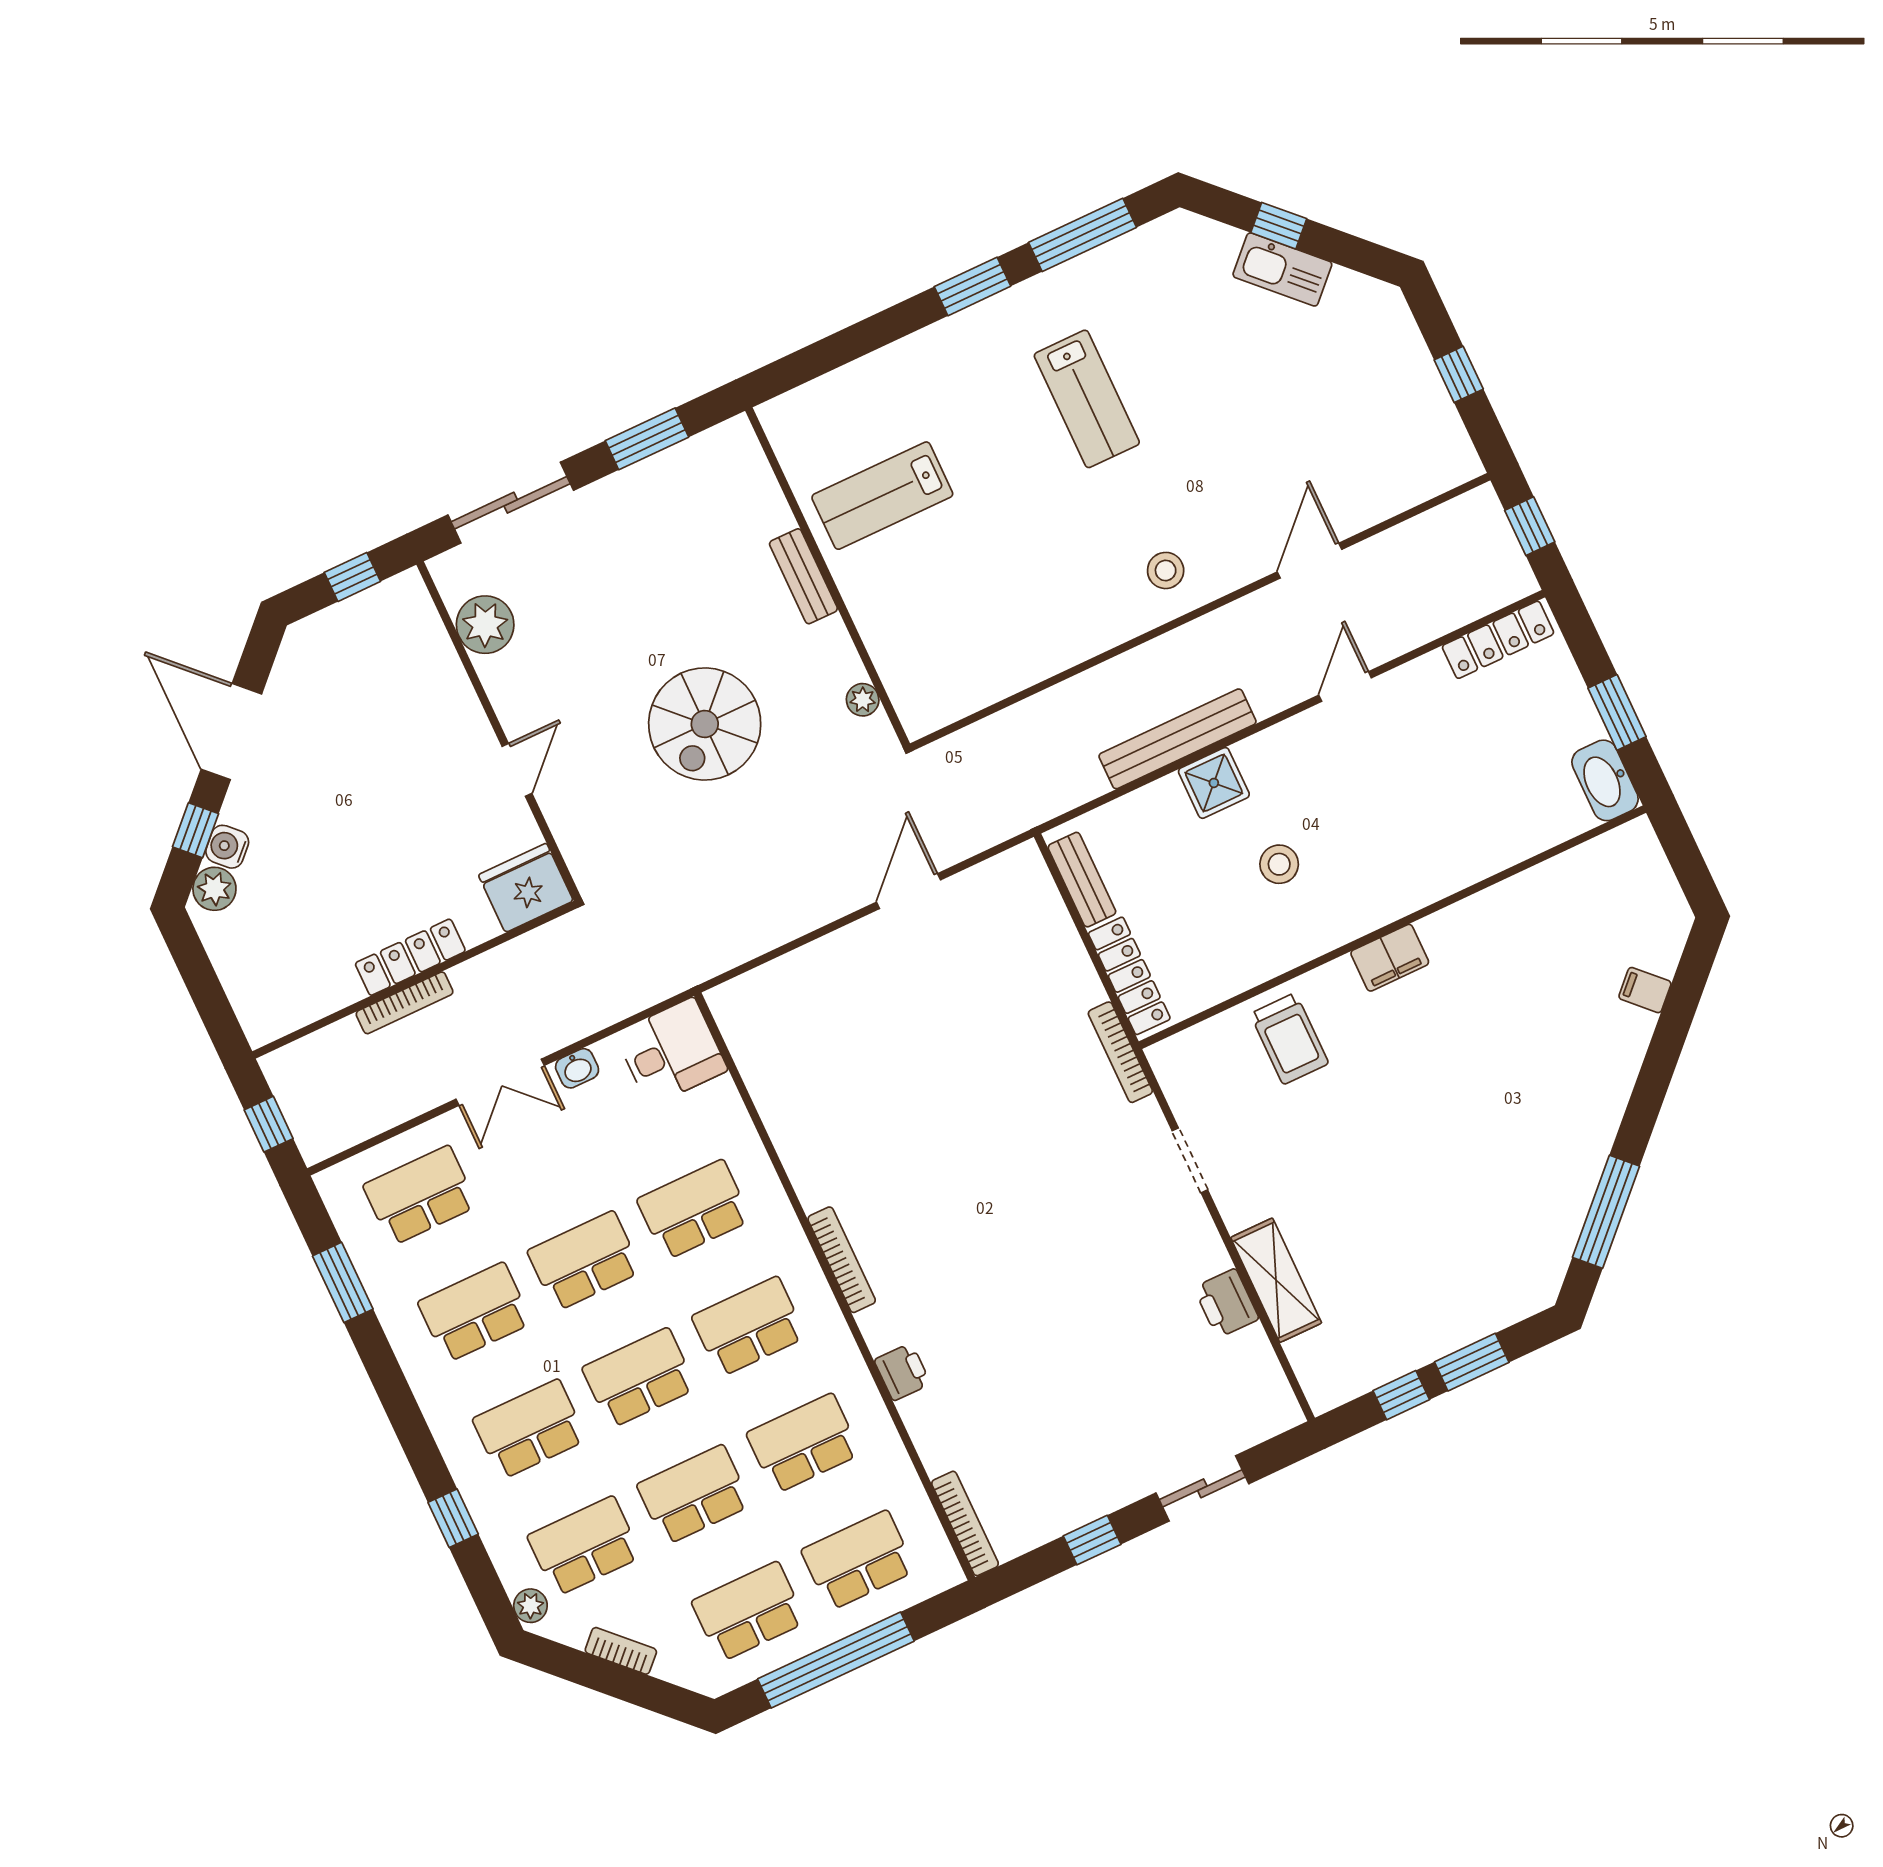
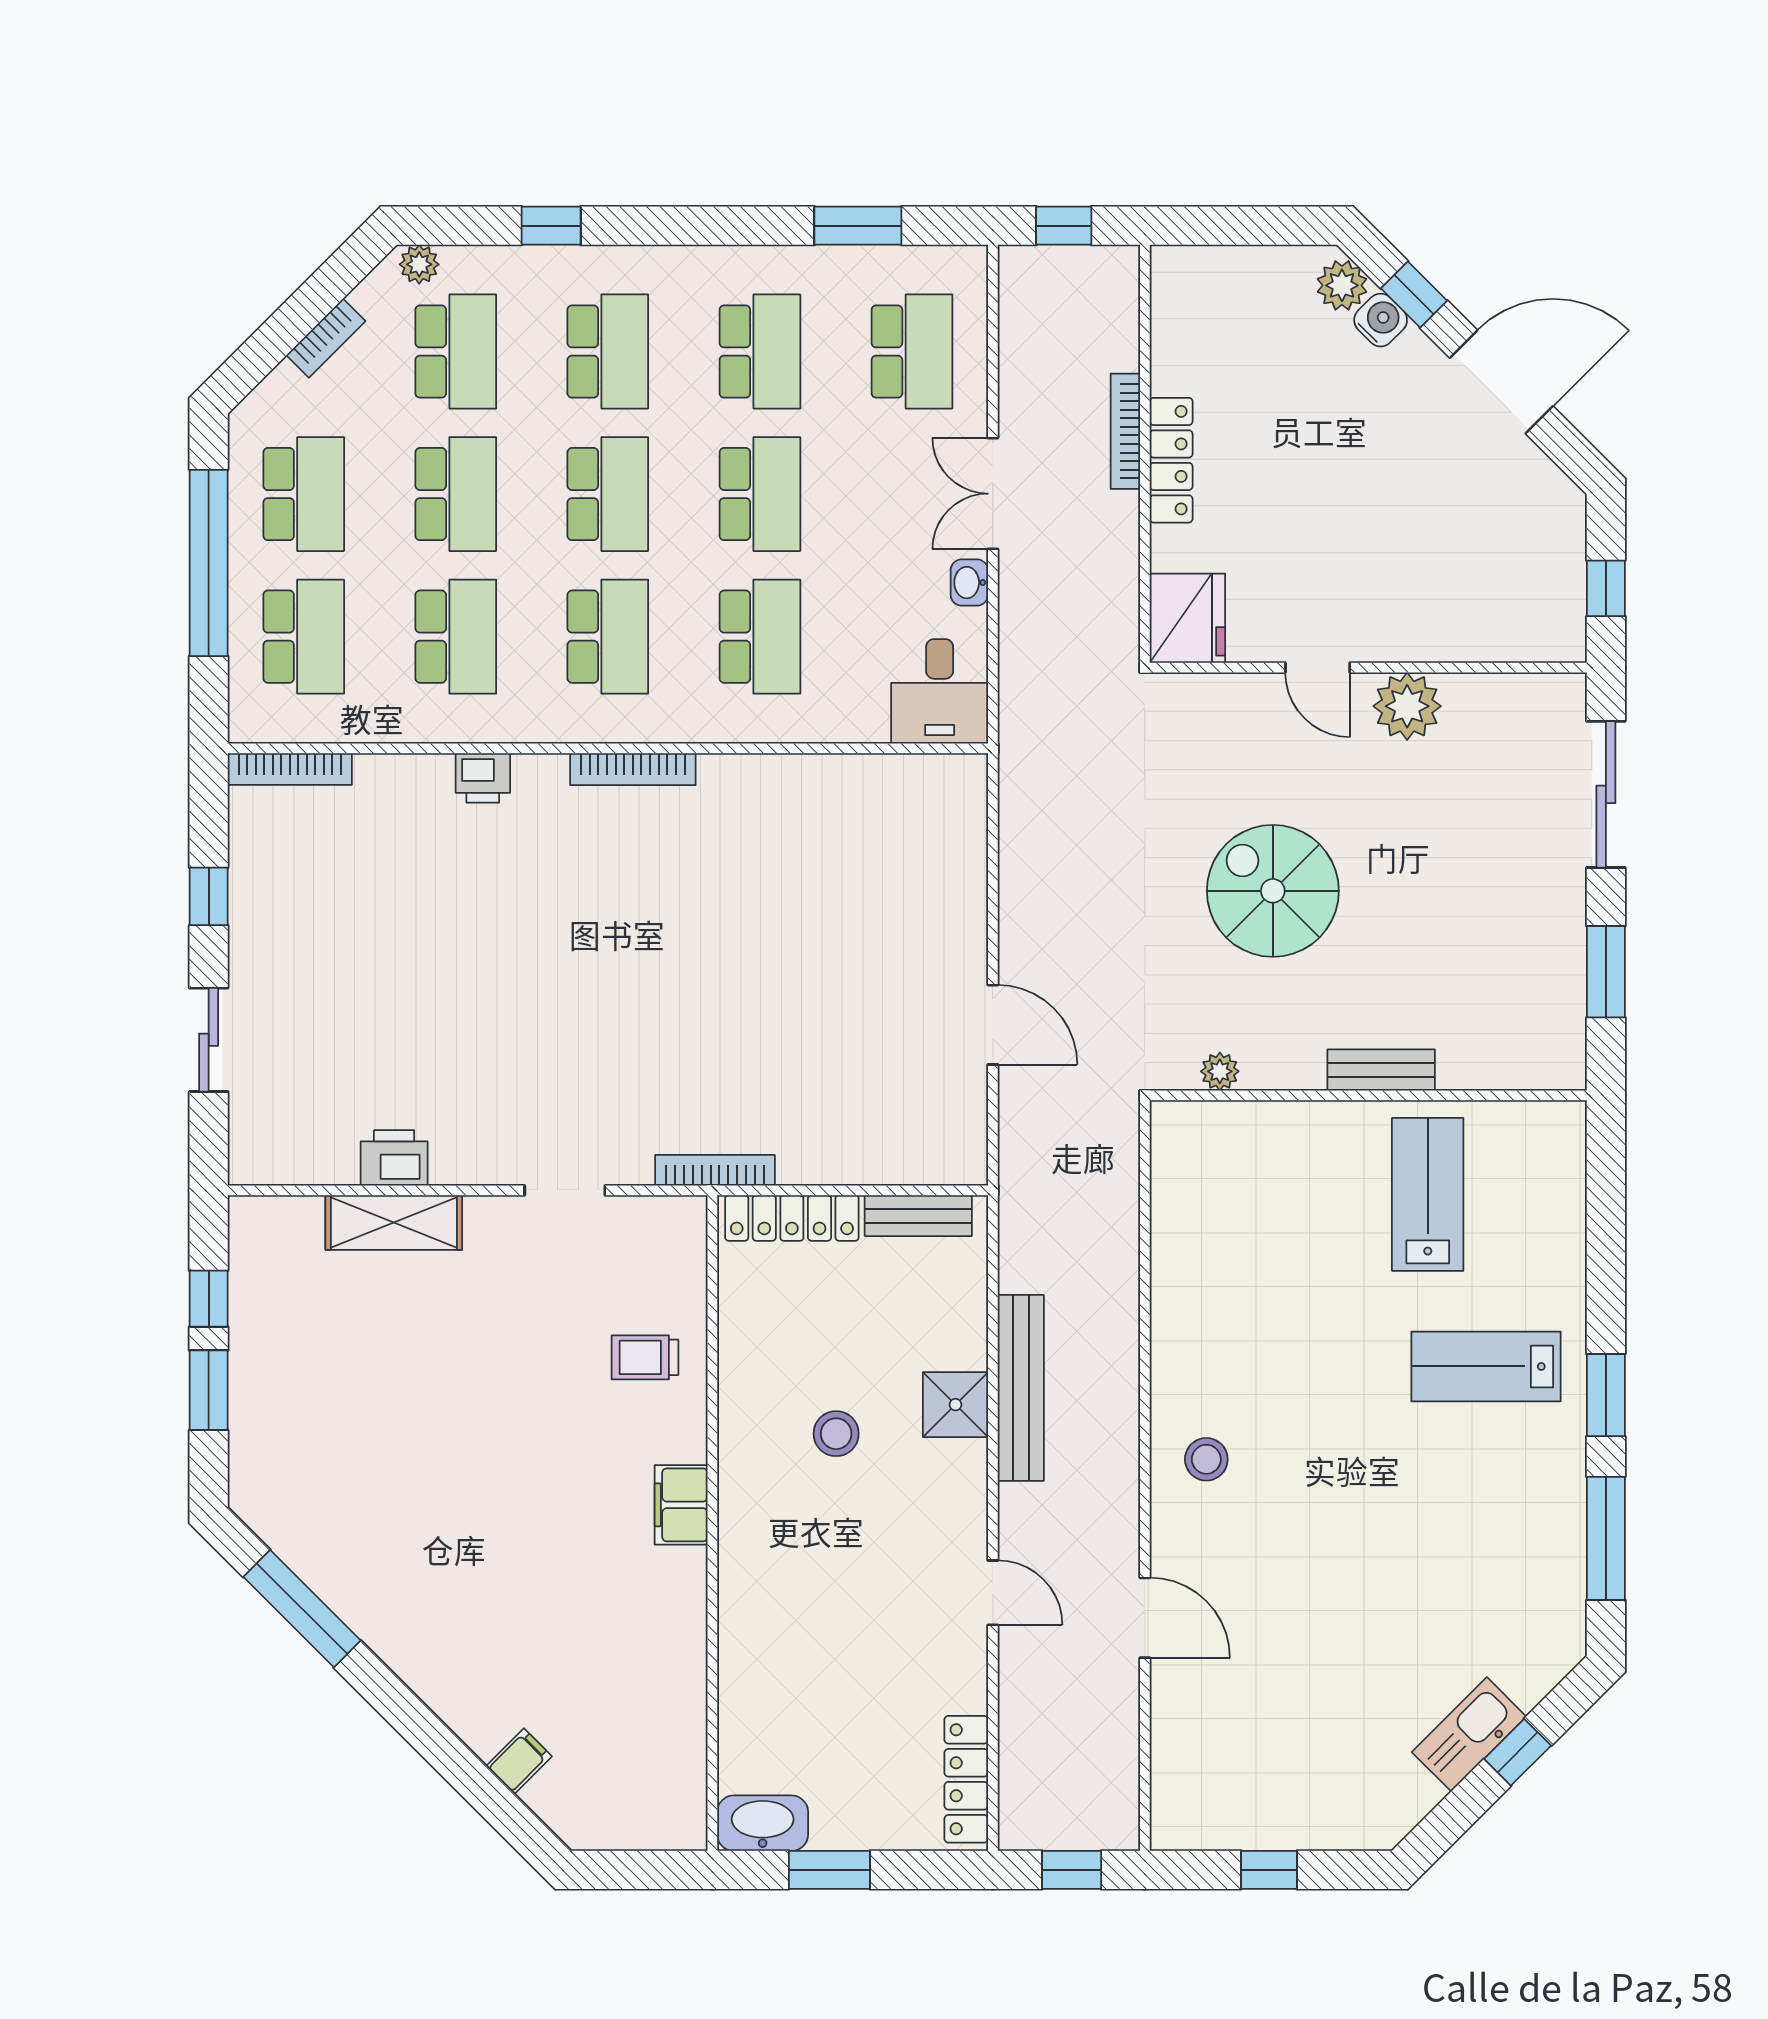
lab bench: (1087, 399) -> (1486, 1366), moved
plant: (485, 625) -> (1407, 706), moved
trolley: (1289, 1039) -> (645, 1357), width x0.73, depth x0.72

